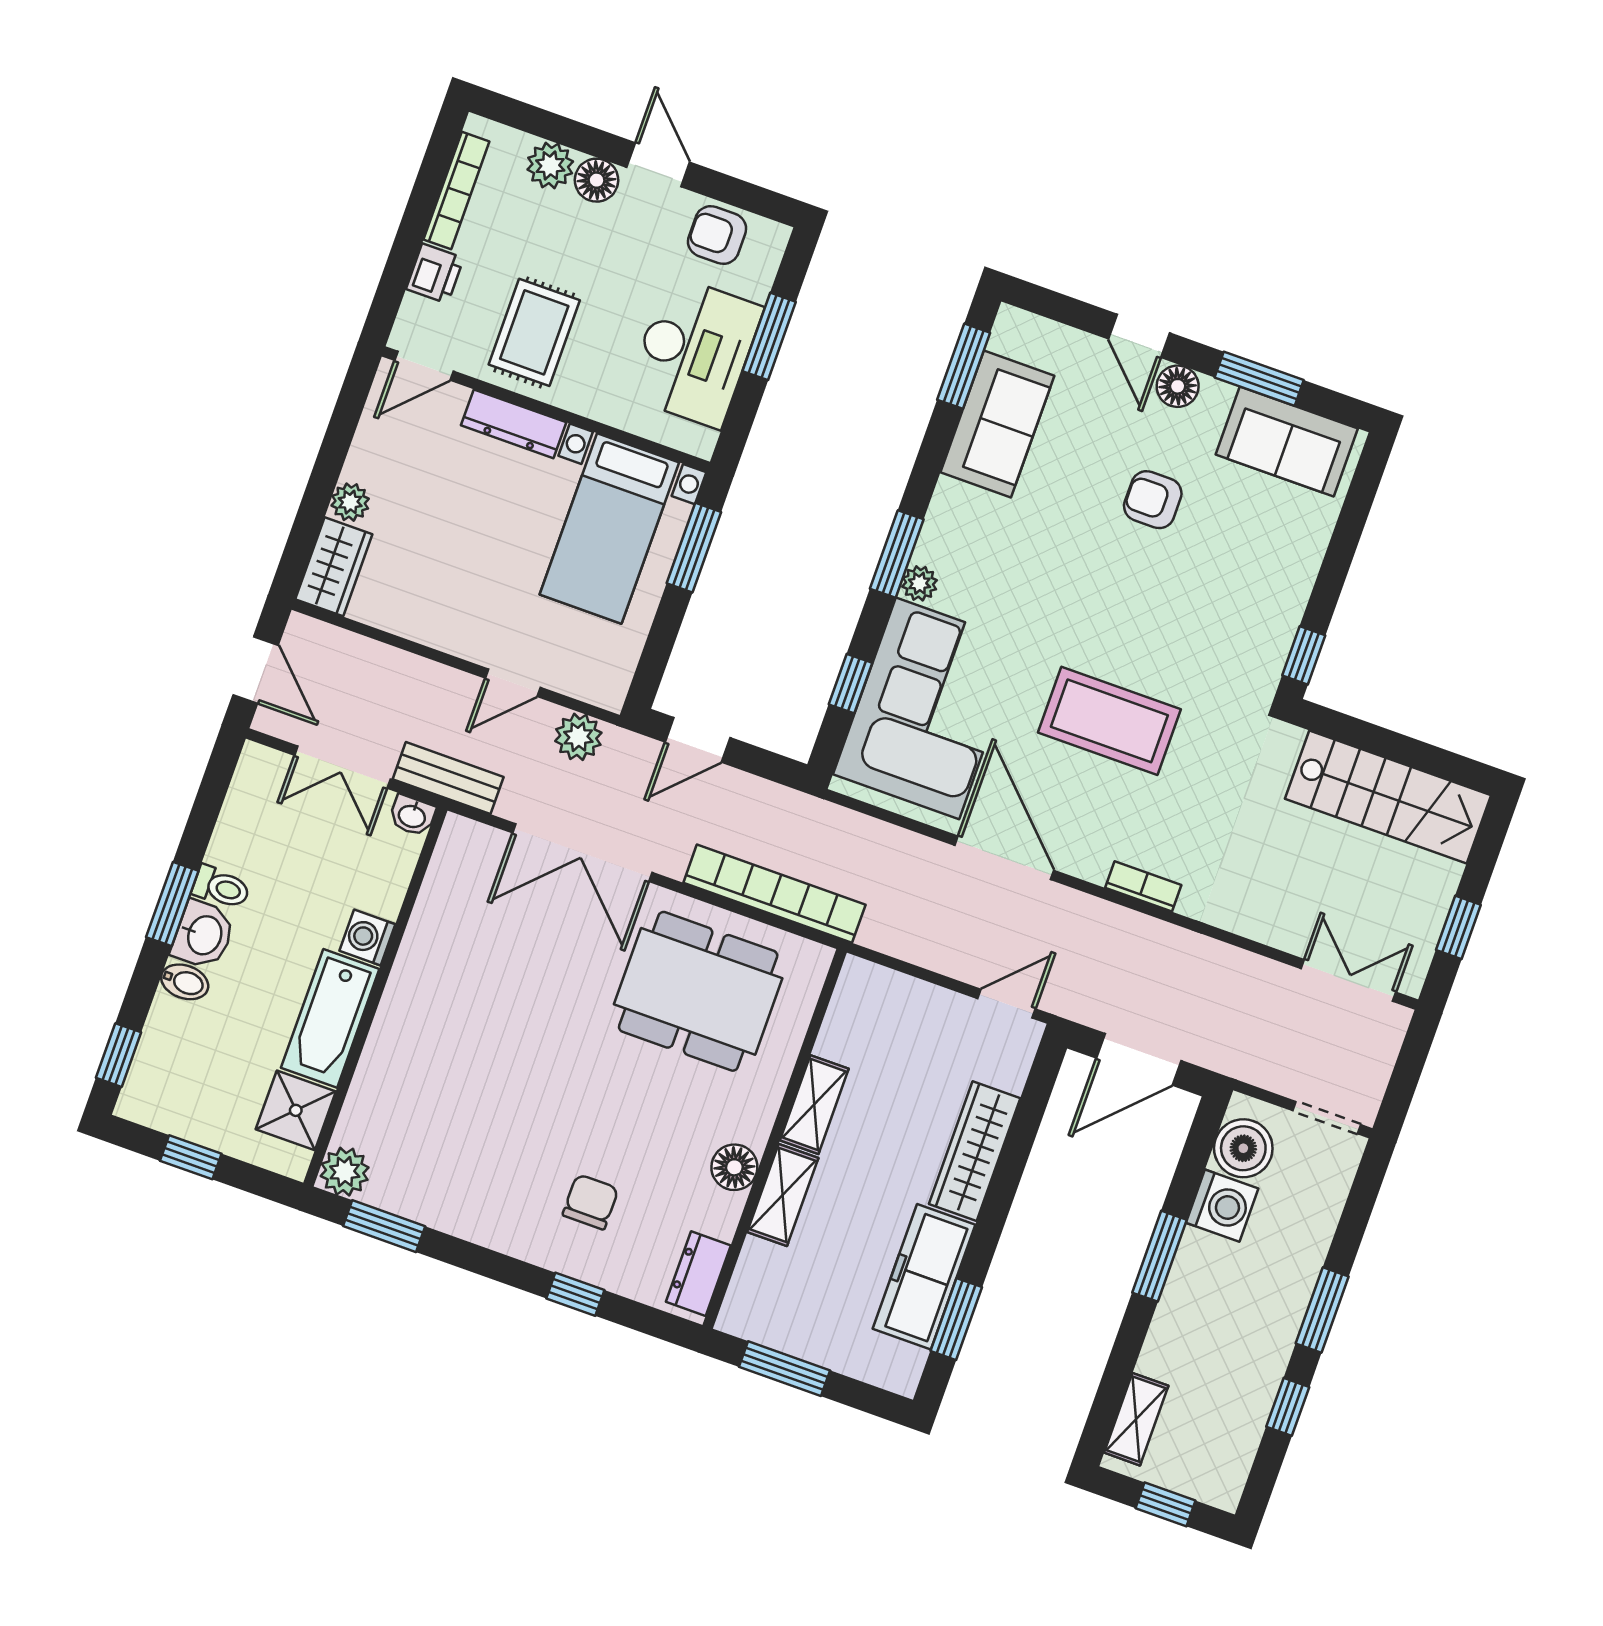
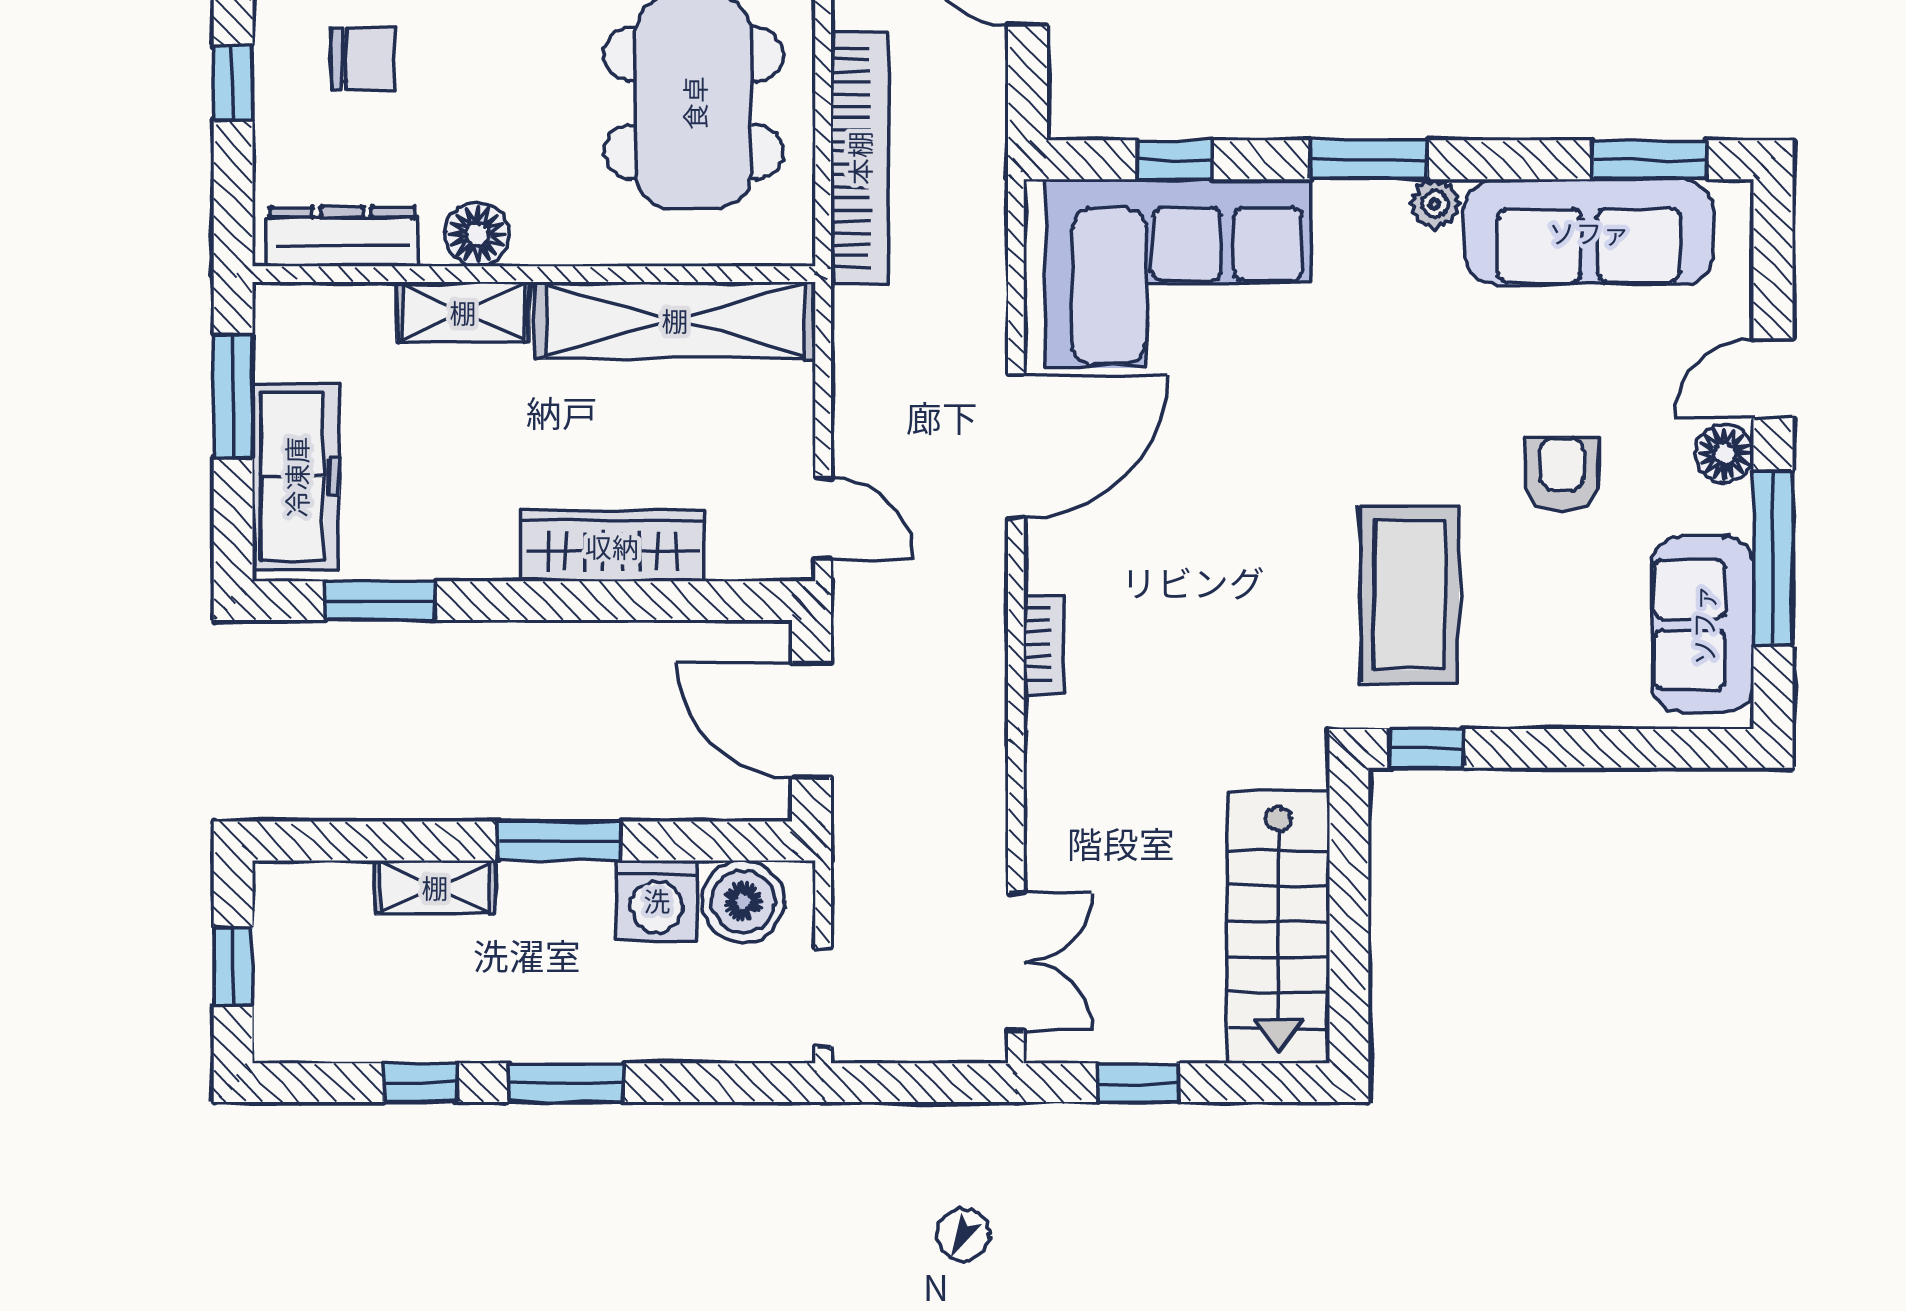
window: (1259, 379) -> (1773, 558), width x1.44
sofa: (997, 424) -> (1589, 232), width x1.36
plant: (919, 583) -> (1435, 204), moved
coffee table: (1109, 721) -> (1409, 595), moved
shelving: (814, 1105) -> (675, 320), width x2.20, depth x1.33
dresser: (698, 1274) -> (342, 237), width x1.44
freezer: (924, 1277) -> (296, 477), moved, turned 90
shelving: (1136, 1419) -> (435, 887), moved

